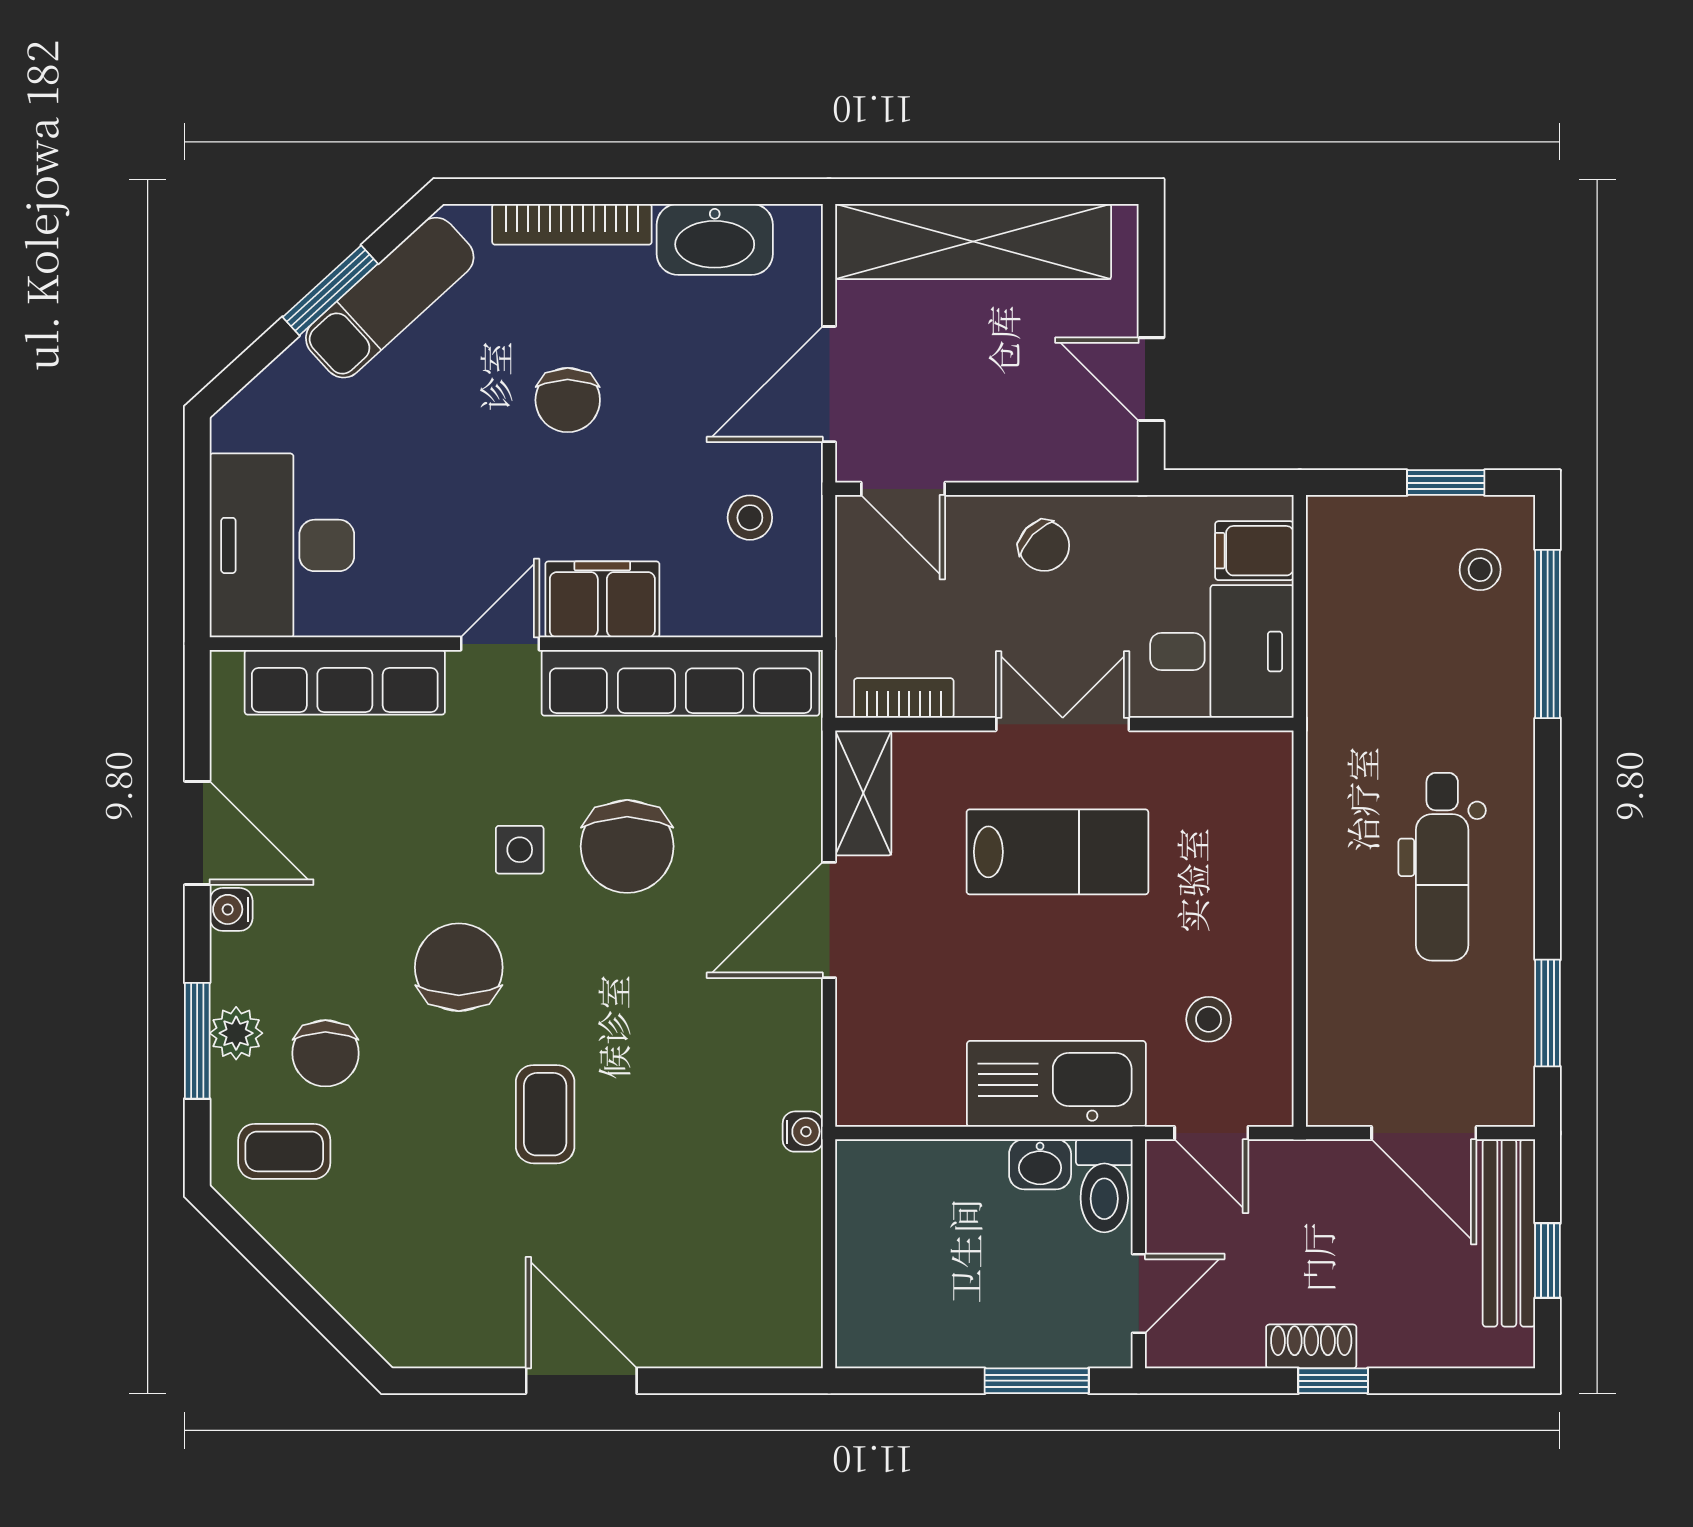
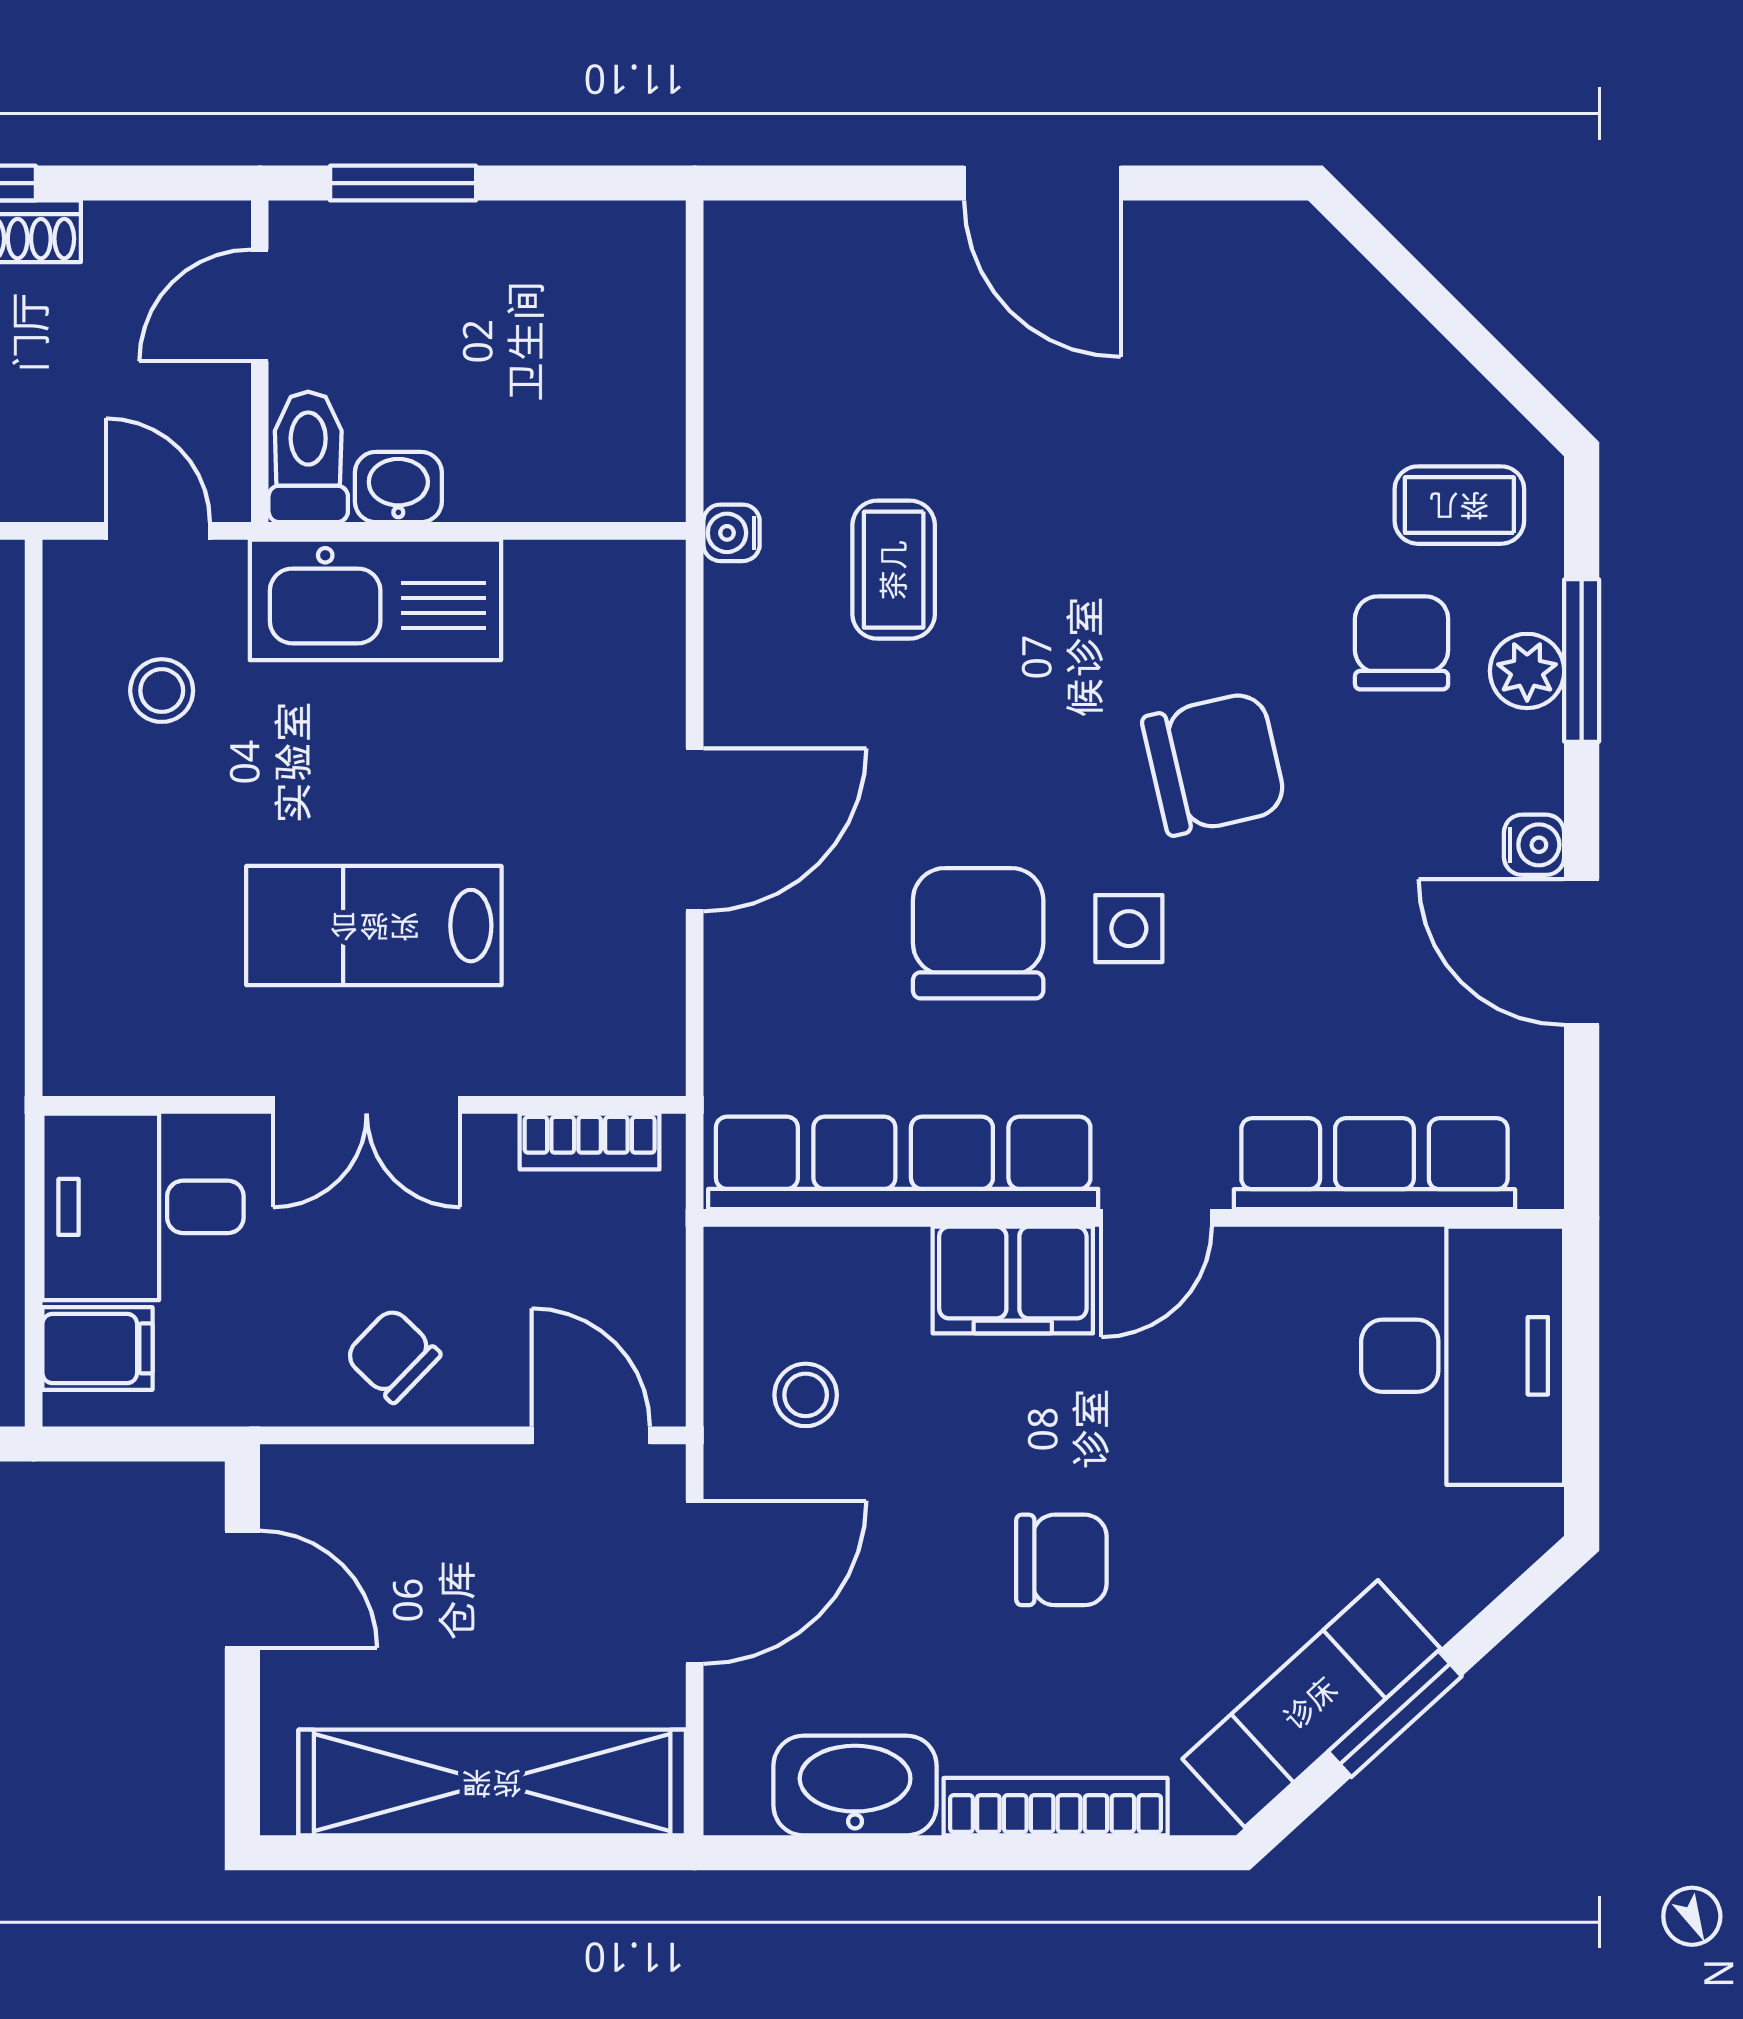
chair: (568, 400) -> (1061, 1560), turned 90
shelving: (863, 793) -> (646, 1008), removed
chair: (459, 967) -> (1214, 763), turned -103
coffee table: (545, 1114) -> (894, 570), moved

